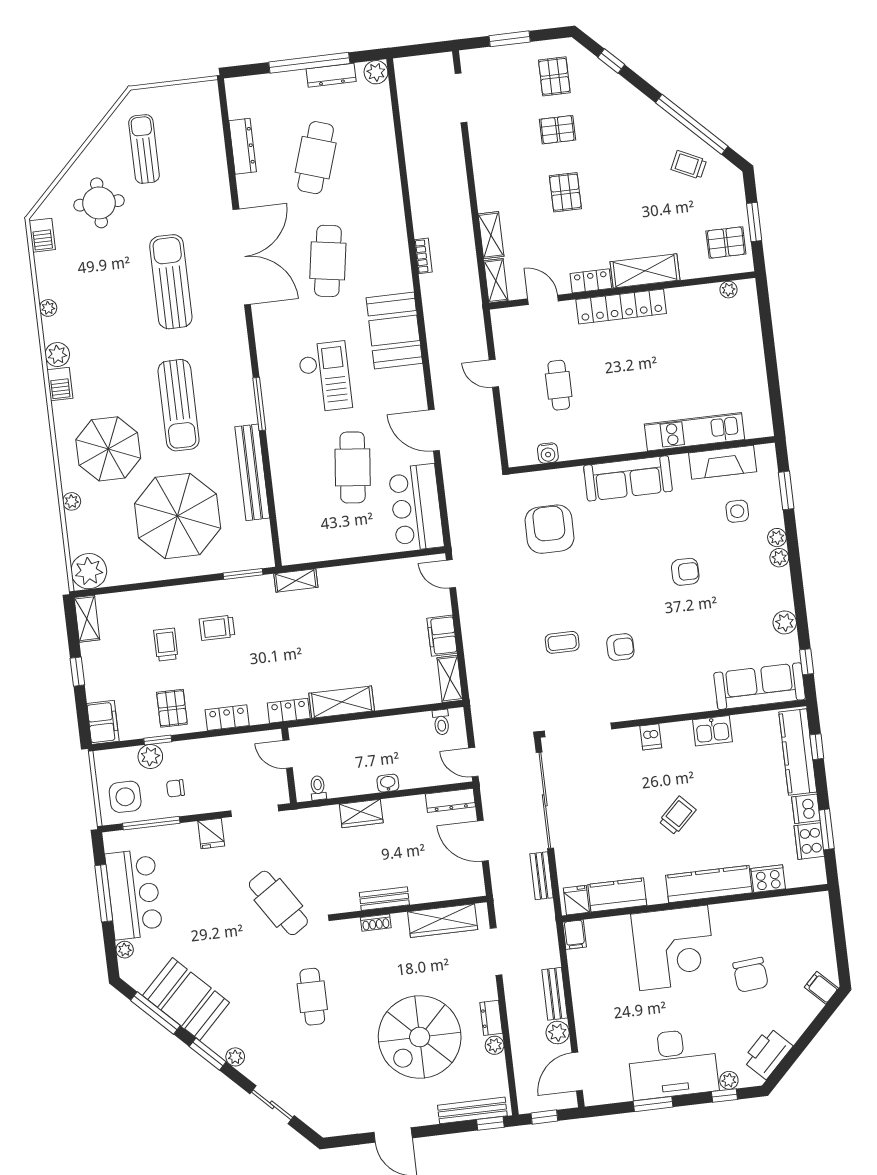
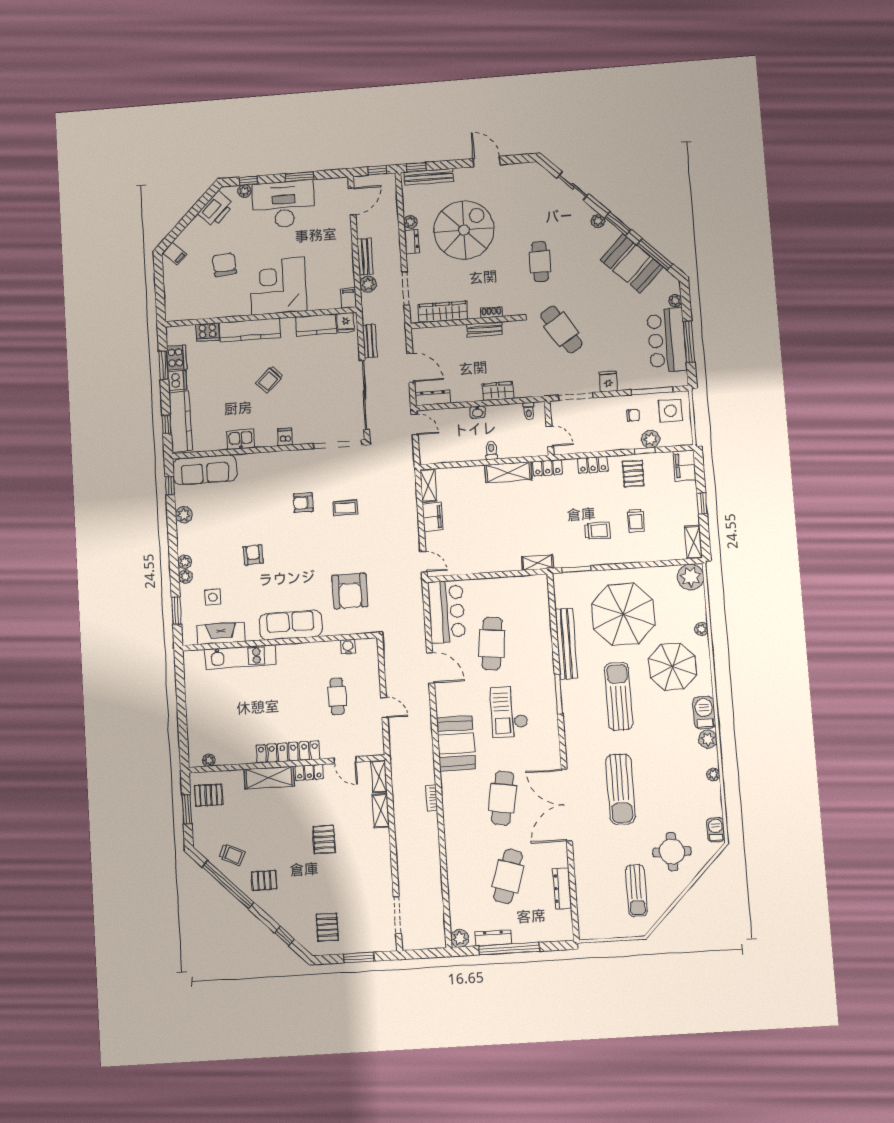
pallet: (557, 130) -> (264, 880), moved
barbecue: (60, 384) -> (704, 713), width x1.38, depth x1.27
armchair: (685, 572) -> (253, 555), turned 87
toilet: (441, 722) -> (491, 450), moved
plant: (558, 1033) -> (368, 284), moved

